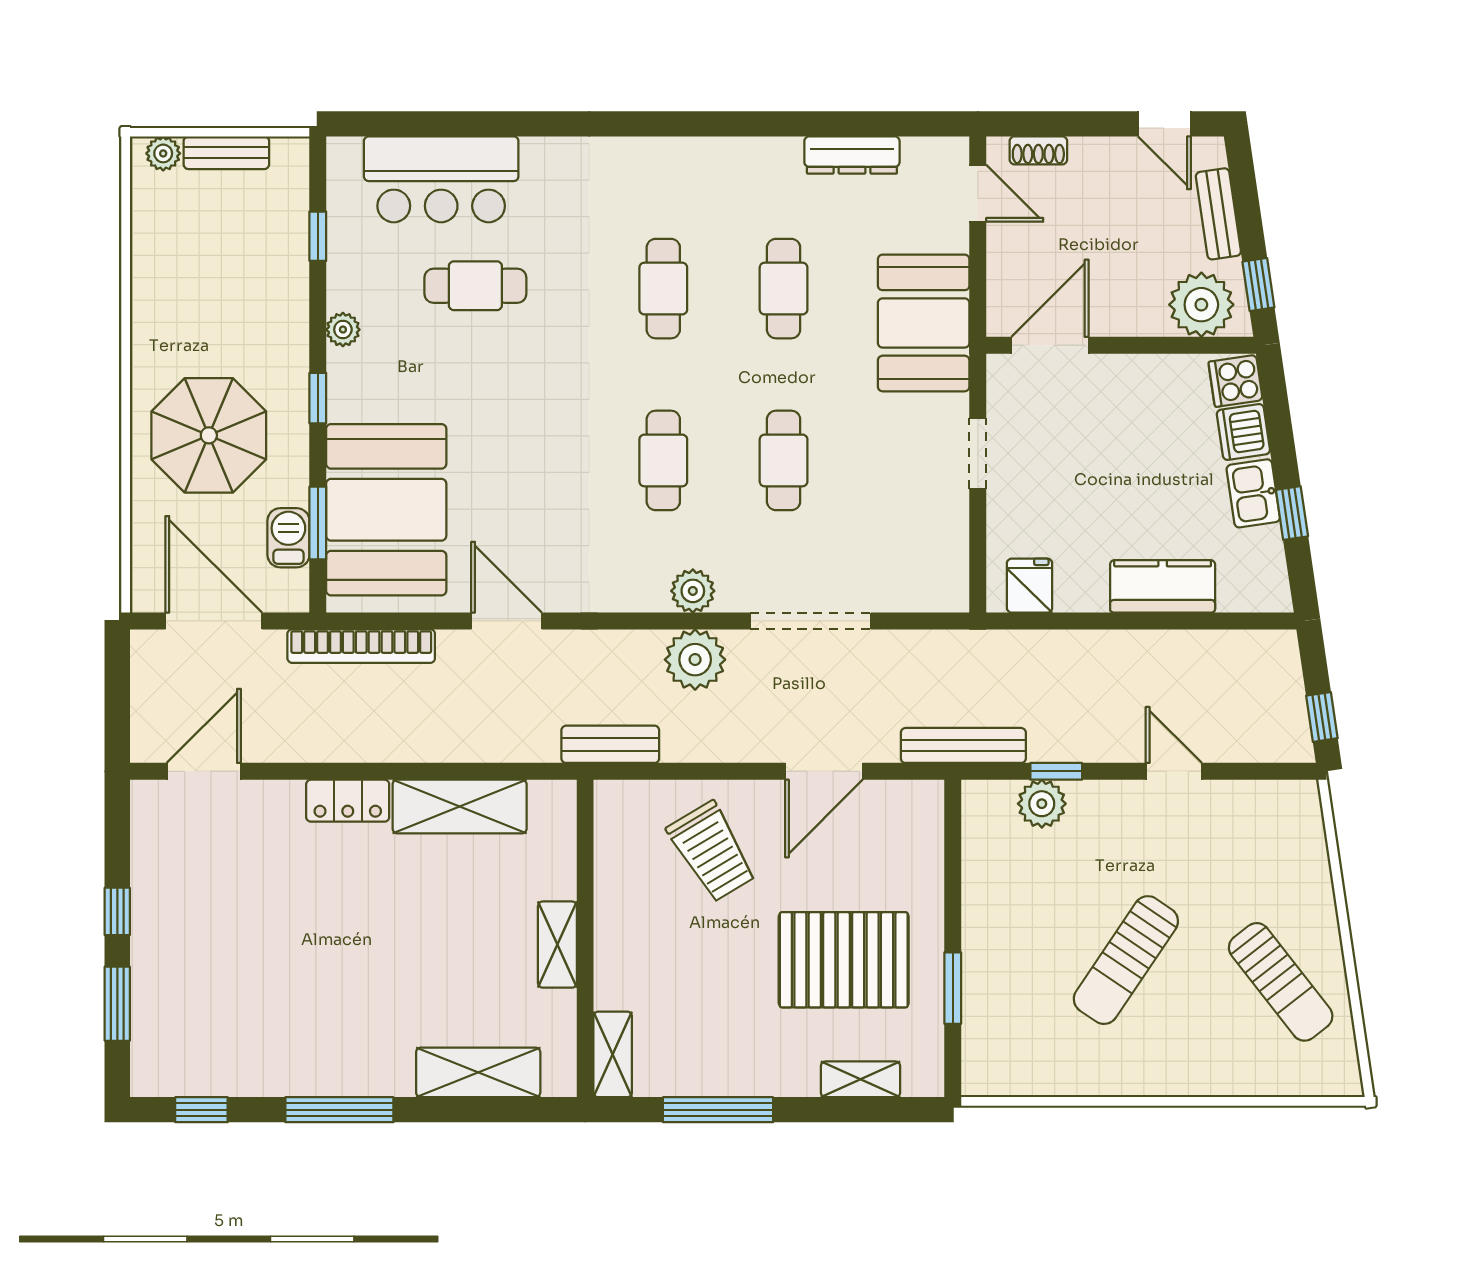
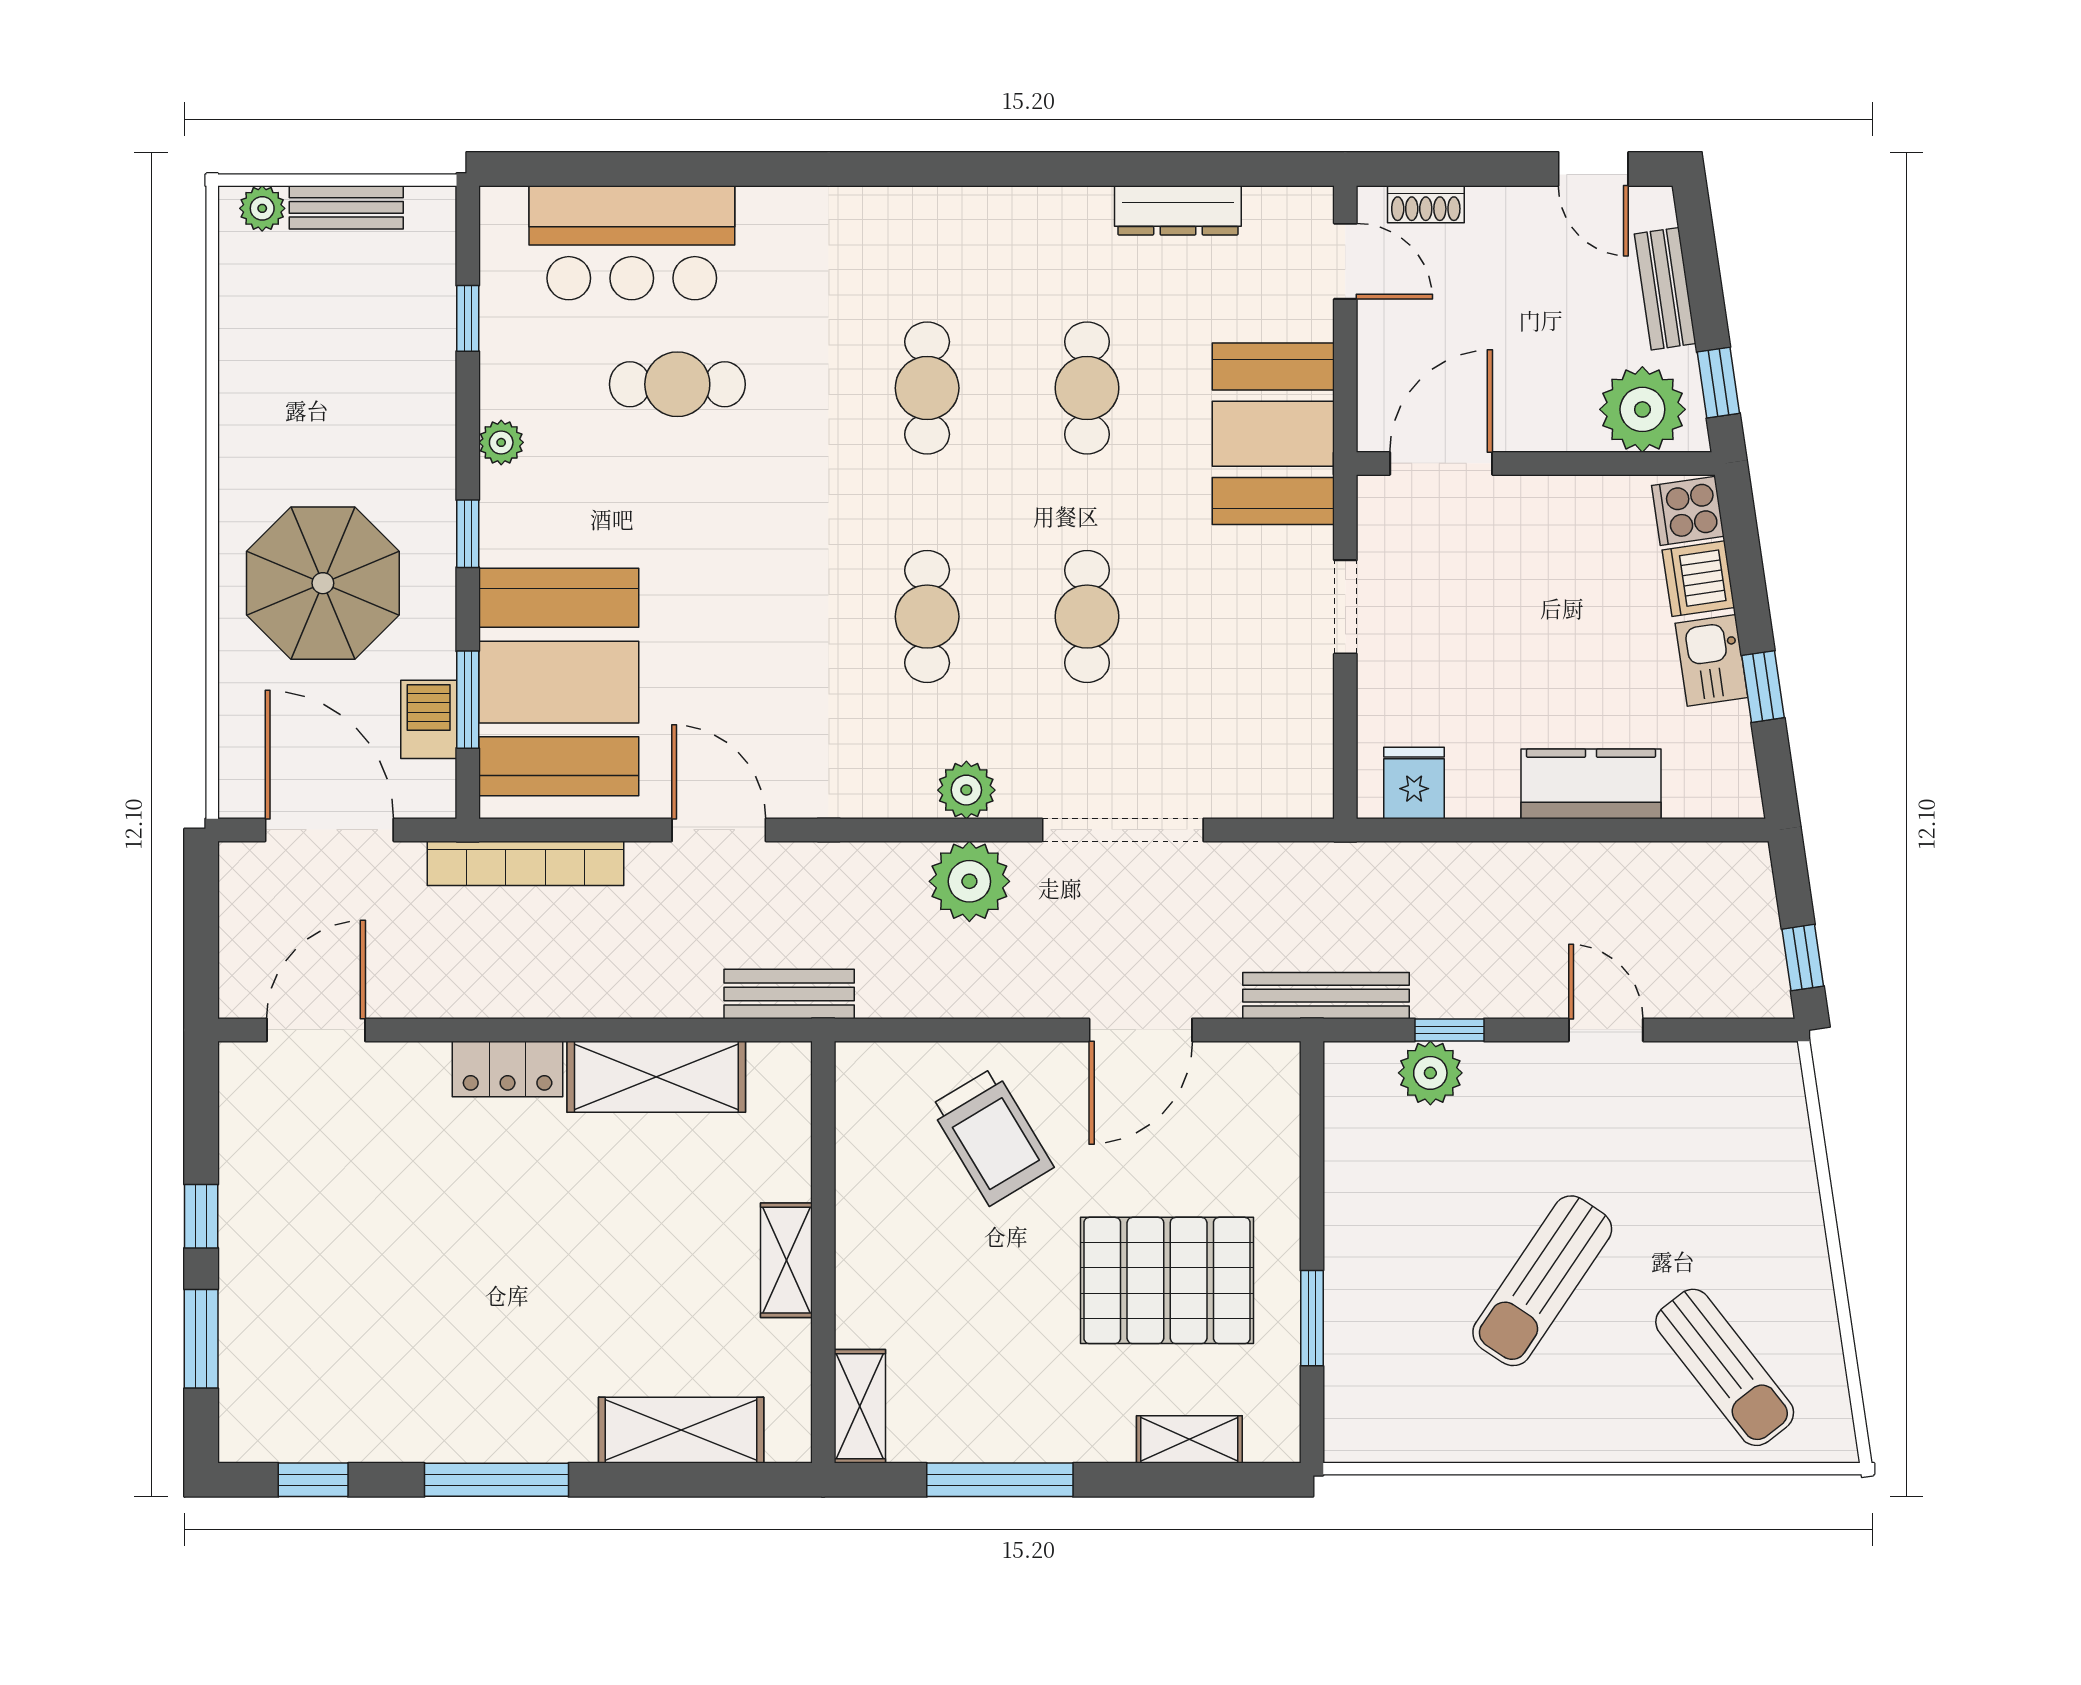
bench: (610, 744) -> (789, 994), moved
sun lounger: (1281, 982) -> (1725, 1367), moved

